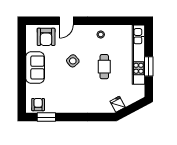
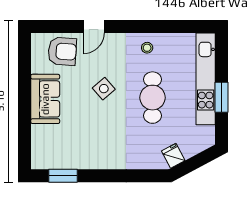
armchair: (46, 37) -> (62, 51), turned -86
cafe table: (104, 67) -> (152, 98), width x1.37, depth x1.35
armchair: (38, 105) -> (50, 156), removed

